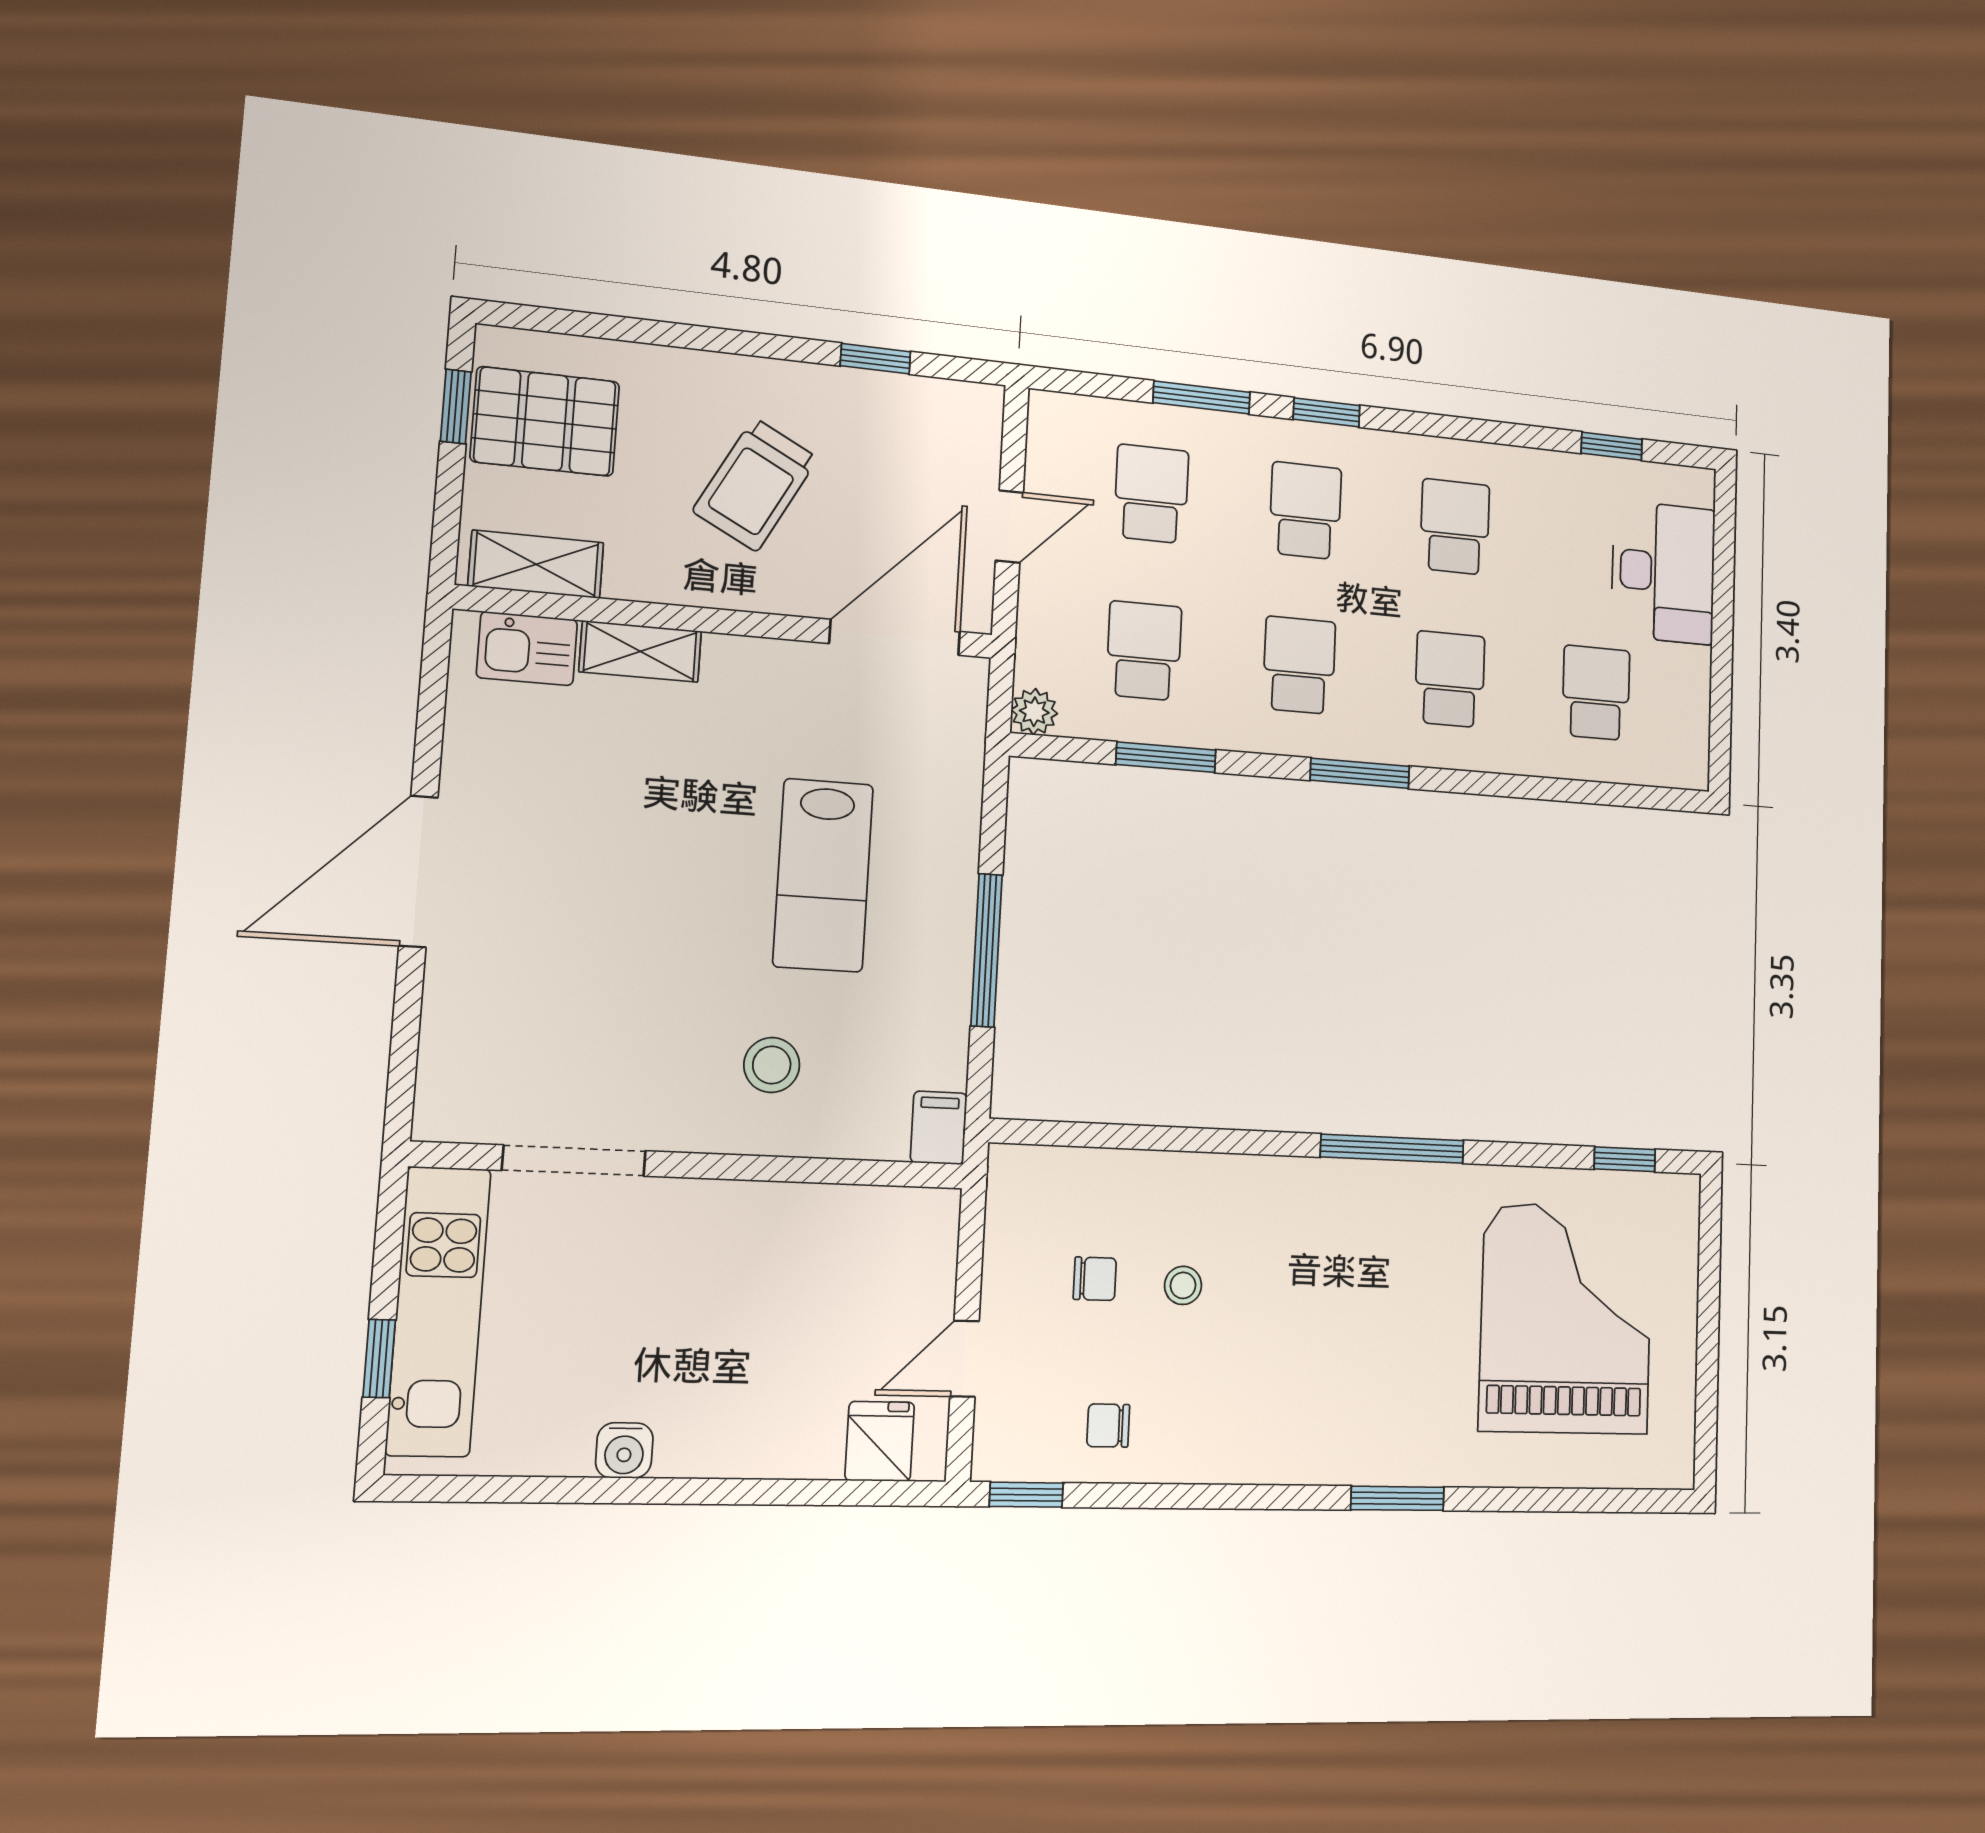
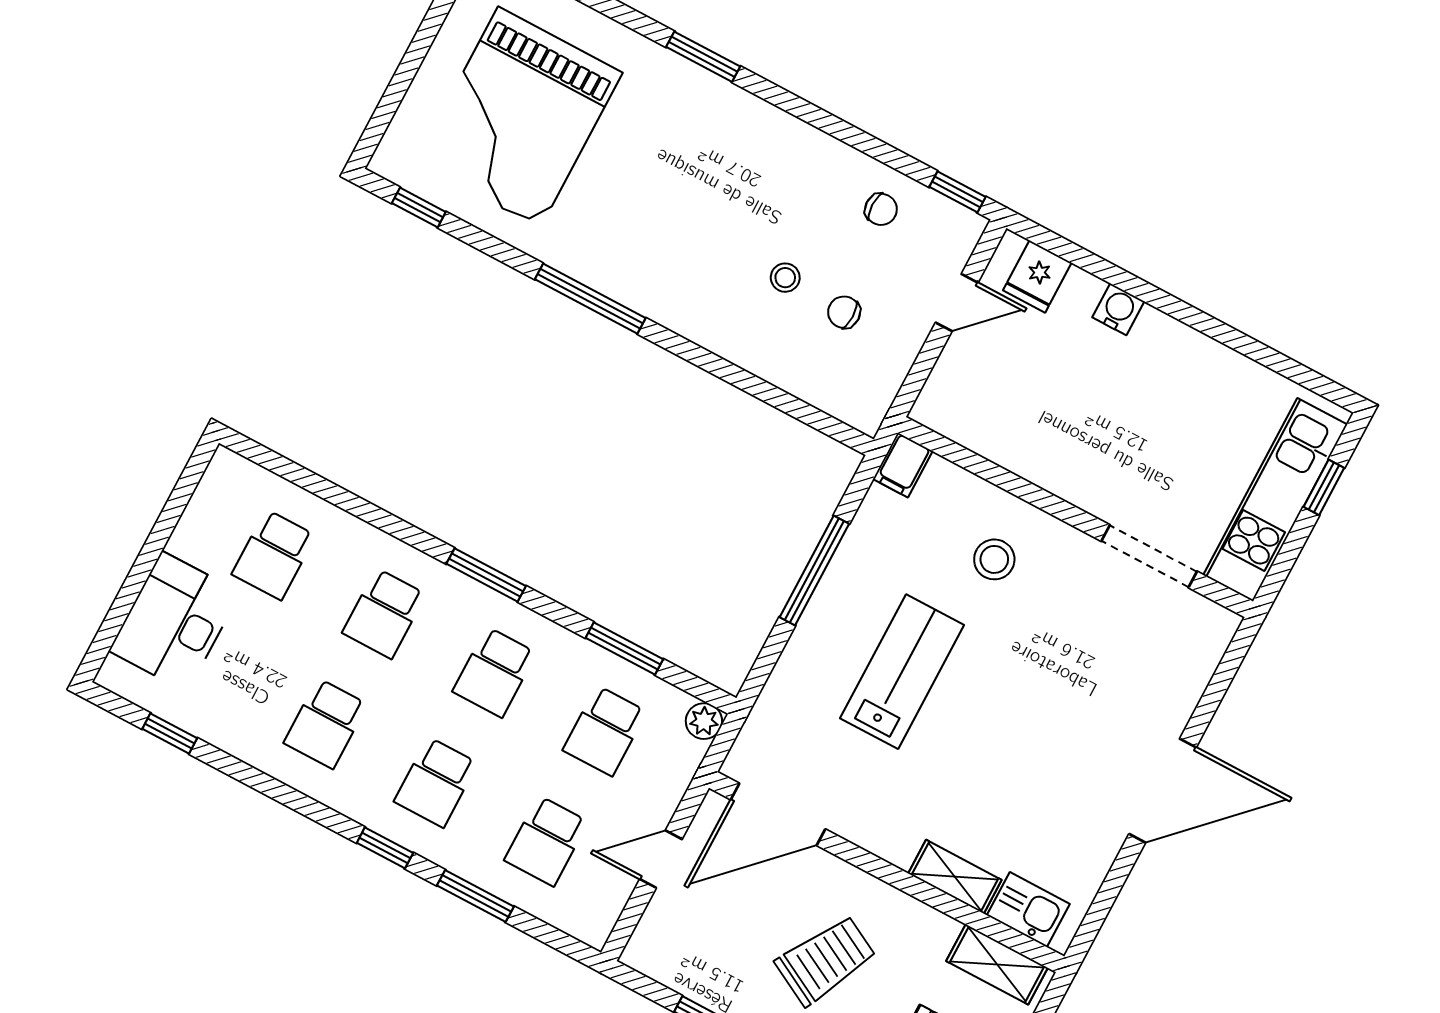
water cooler: (624, 1450) -> (1118, 309), moved

